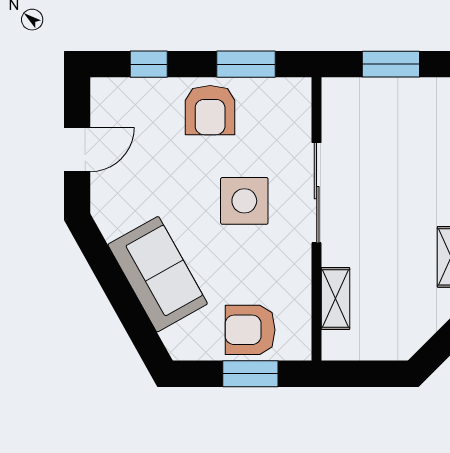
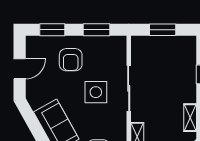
window: (149, 64) -> (52, 30), width x1.50
armchair: (210, 110) -> (71, 60), moved

